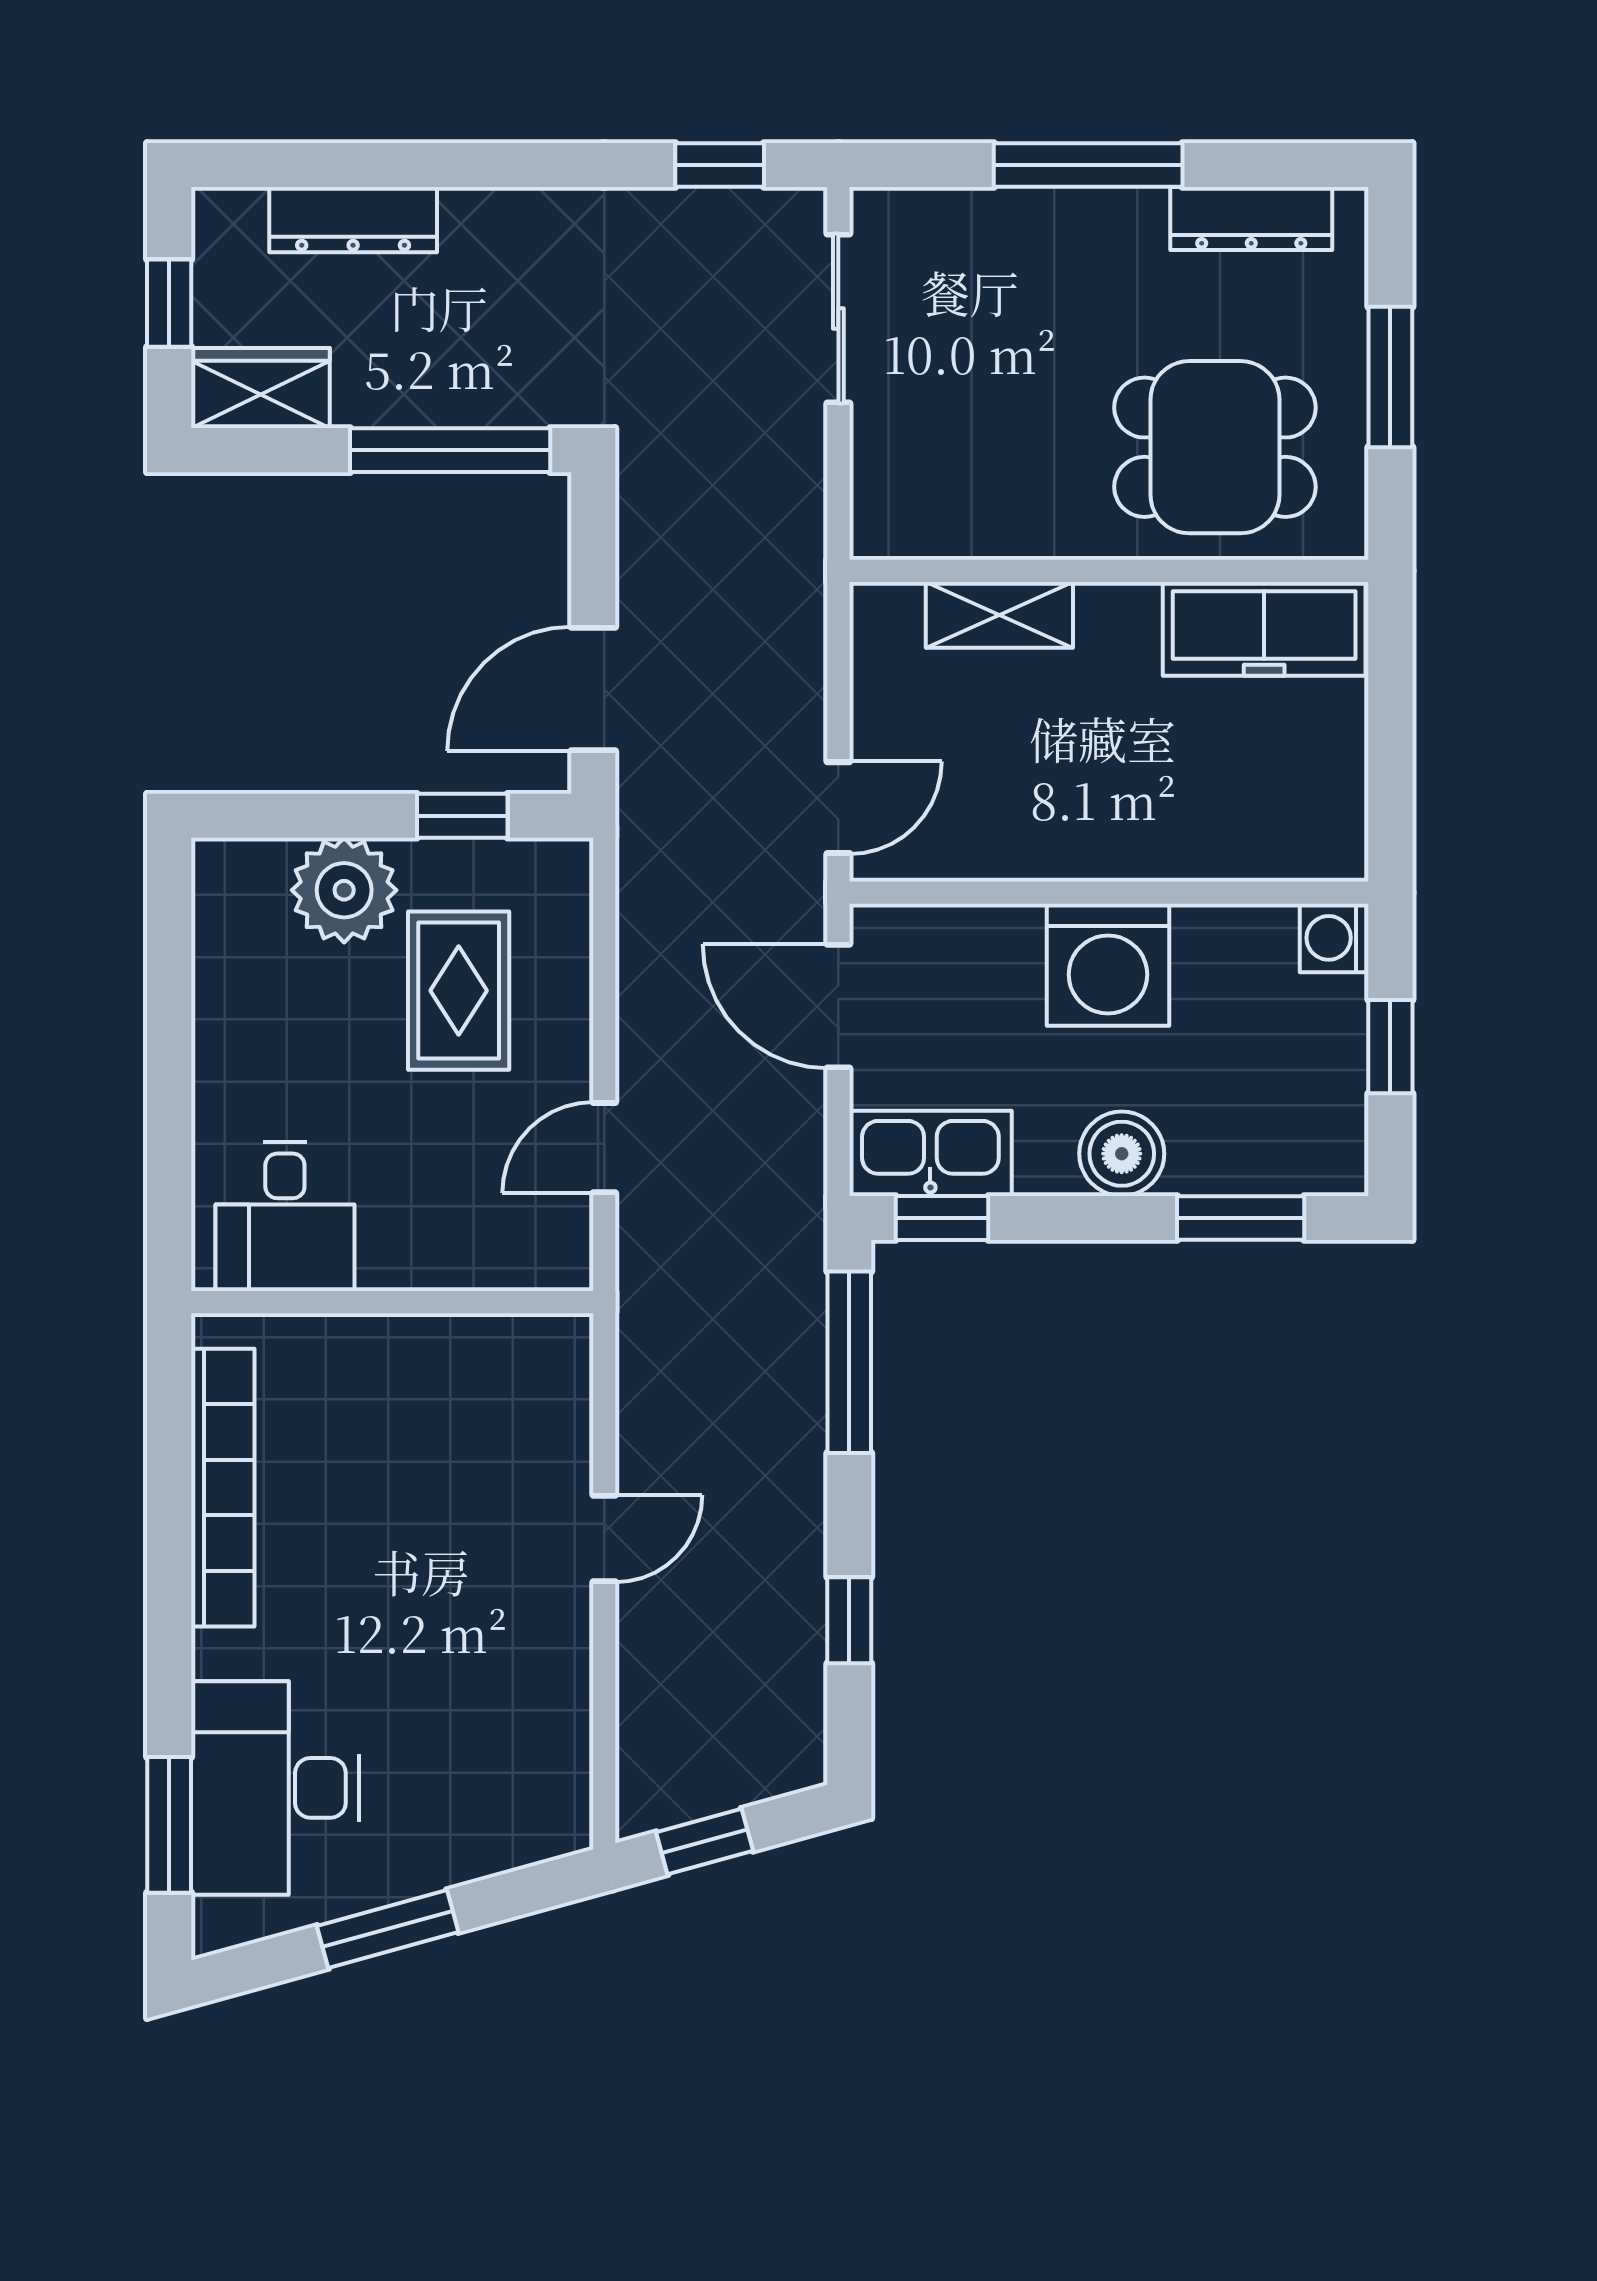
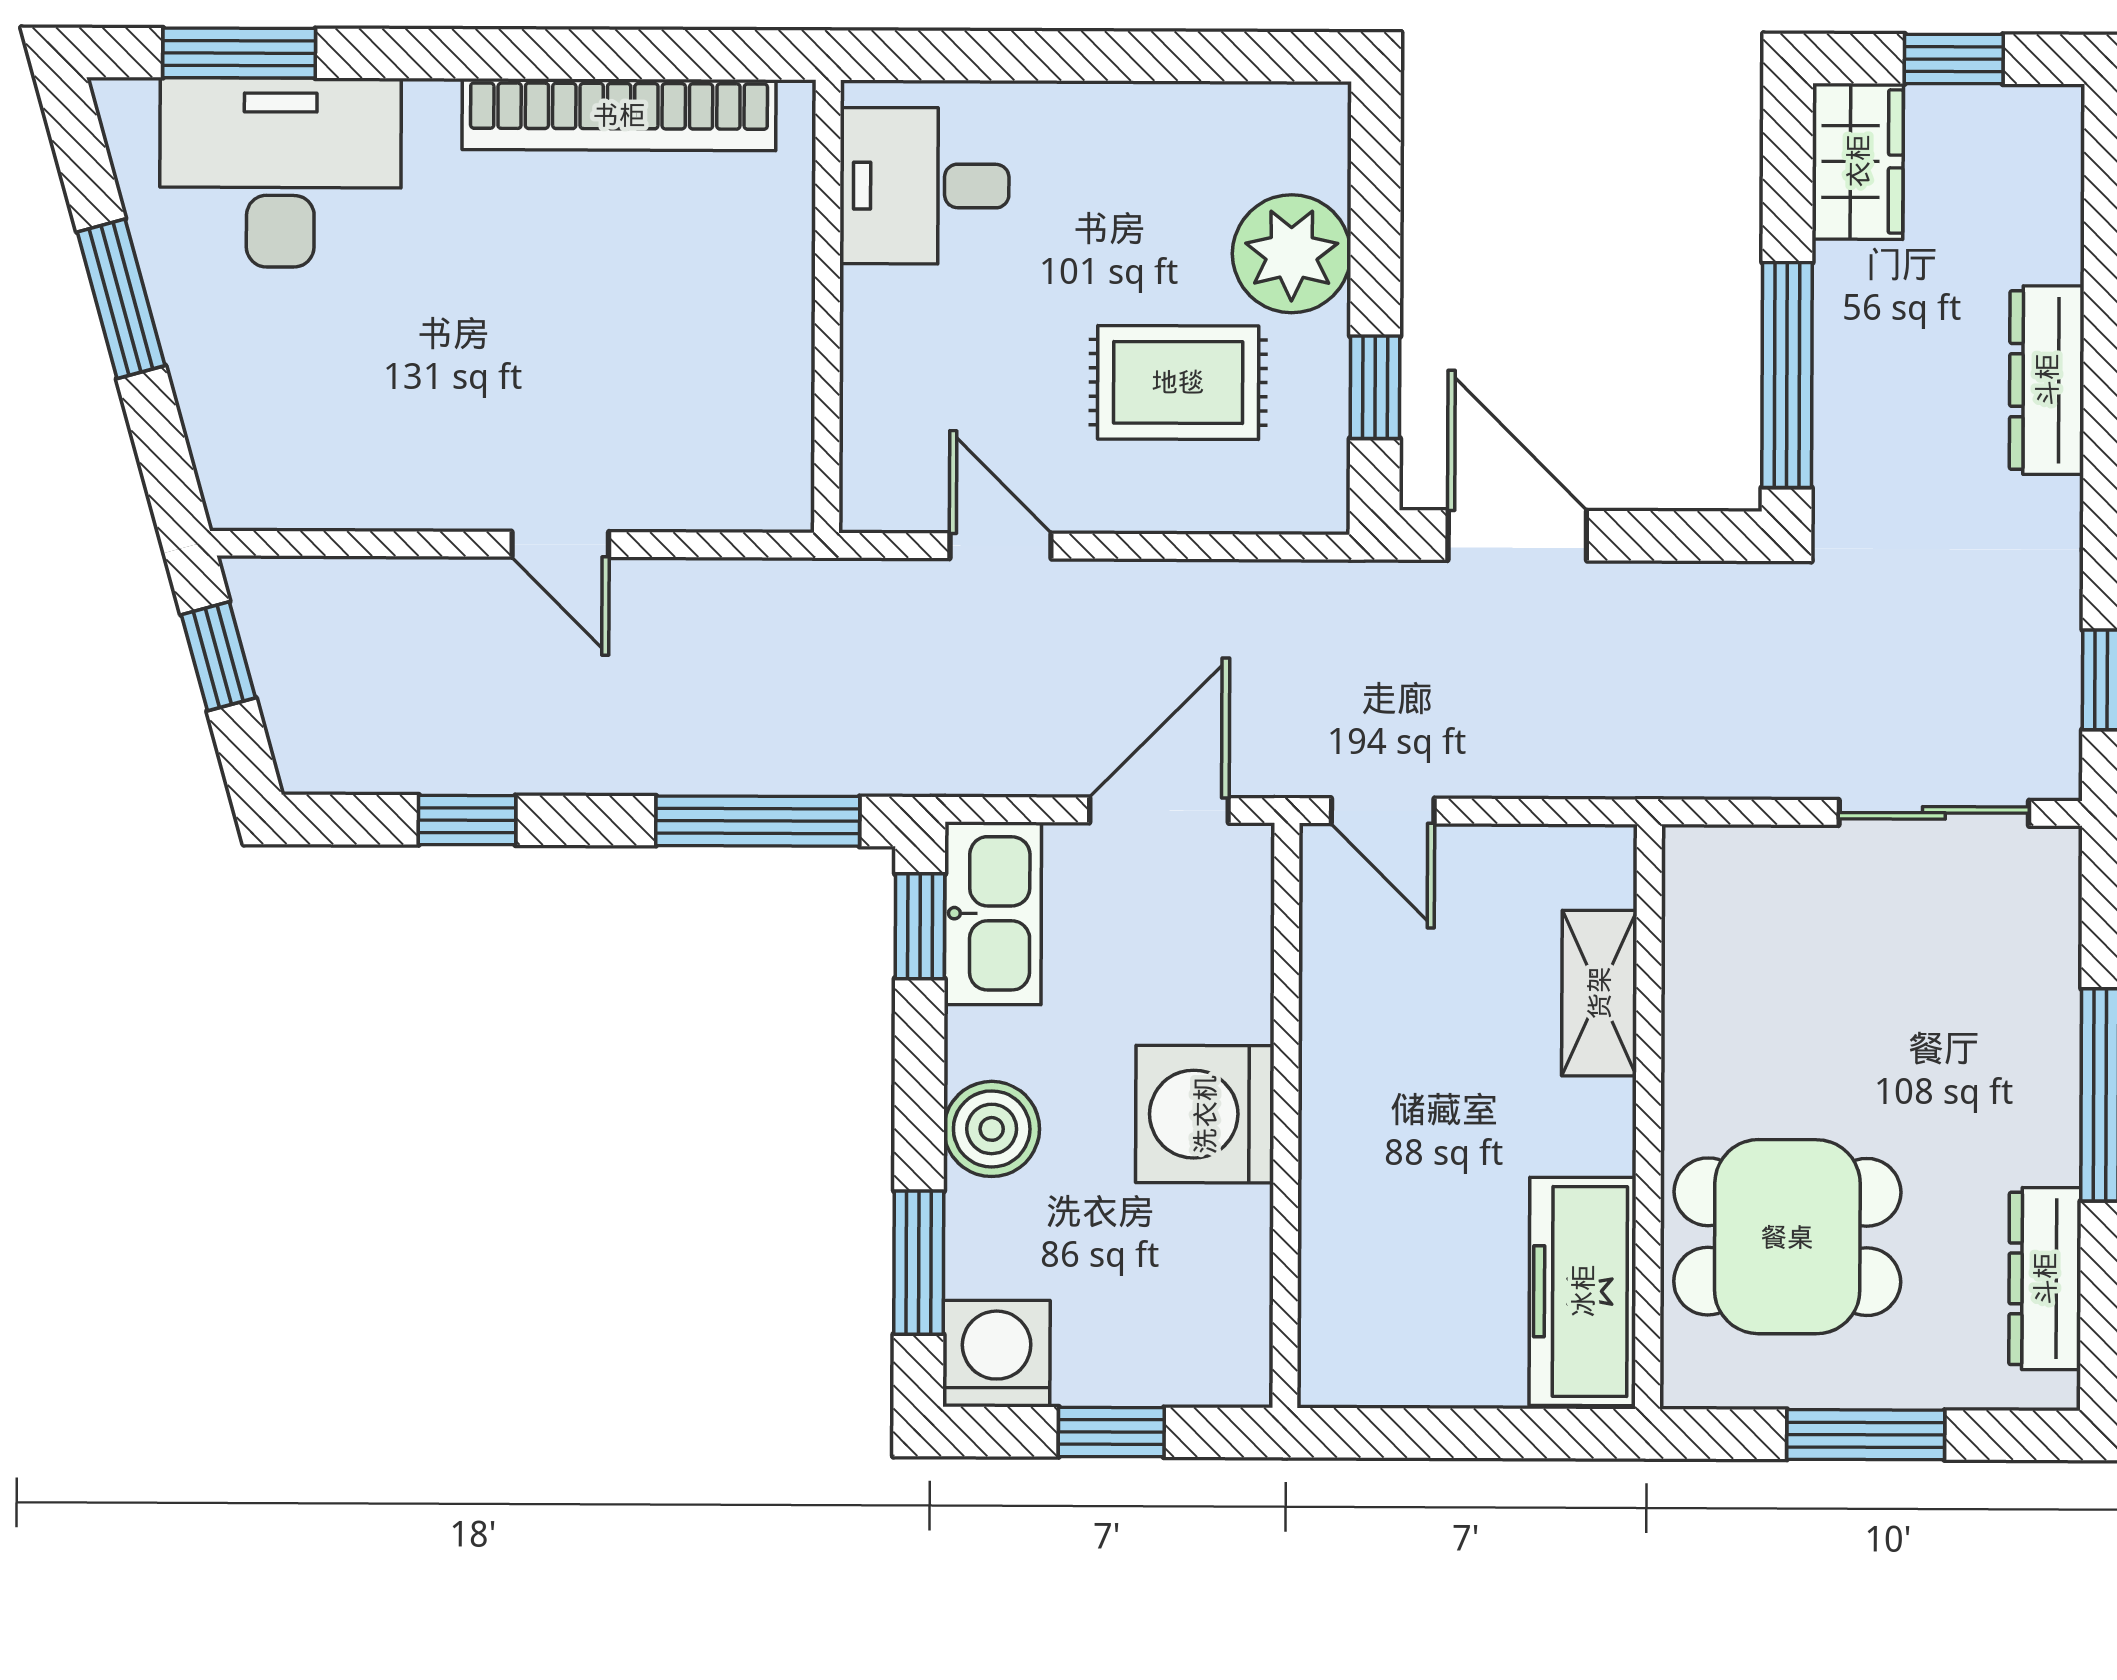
dresser: (353, 220) -> (2047, 380), moved
dining table: (1215, 447) -> (1787, 1237), turned 90
washing machine: (1334, 938) -> (997, 1354), moved, width x1.38, depth x1.38

